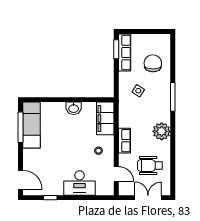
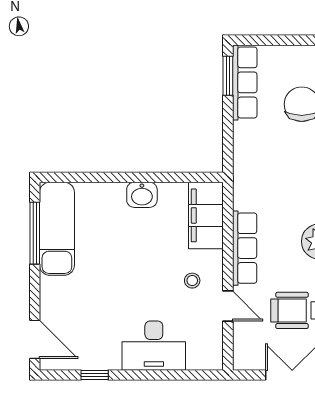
side table: (138, 91) -> (272, 159), removed
row of seats: (124, 141) -> (245, 248), width x1.48
door: (116, 174) -> (228, 306), moved

